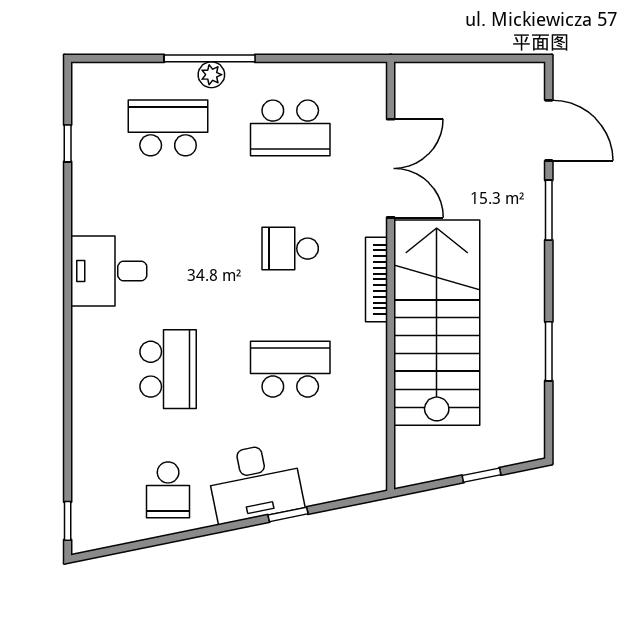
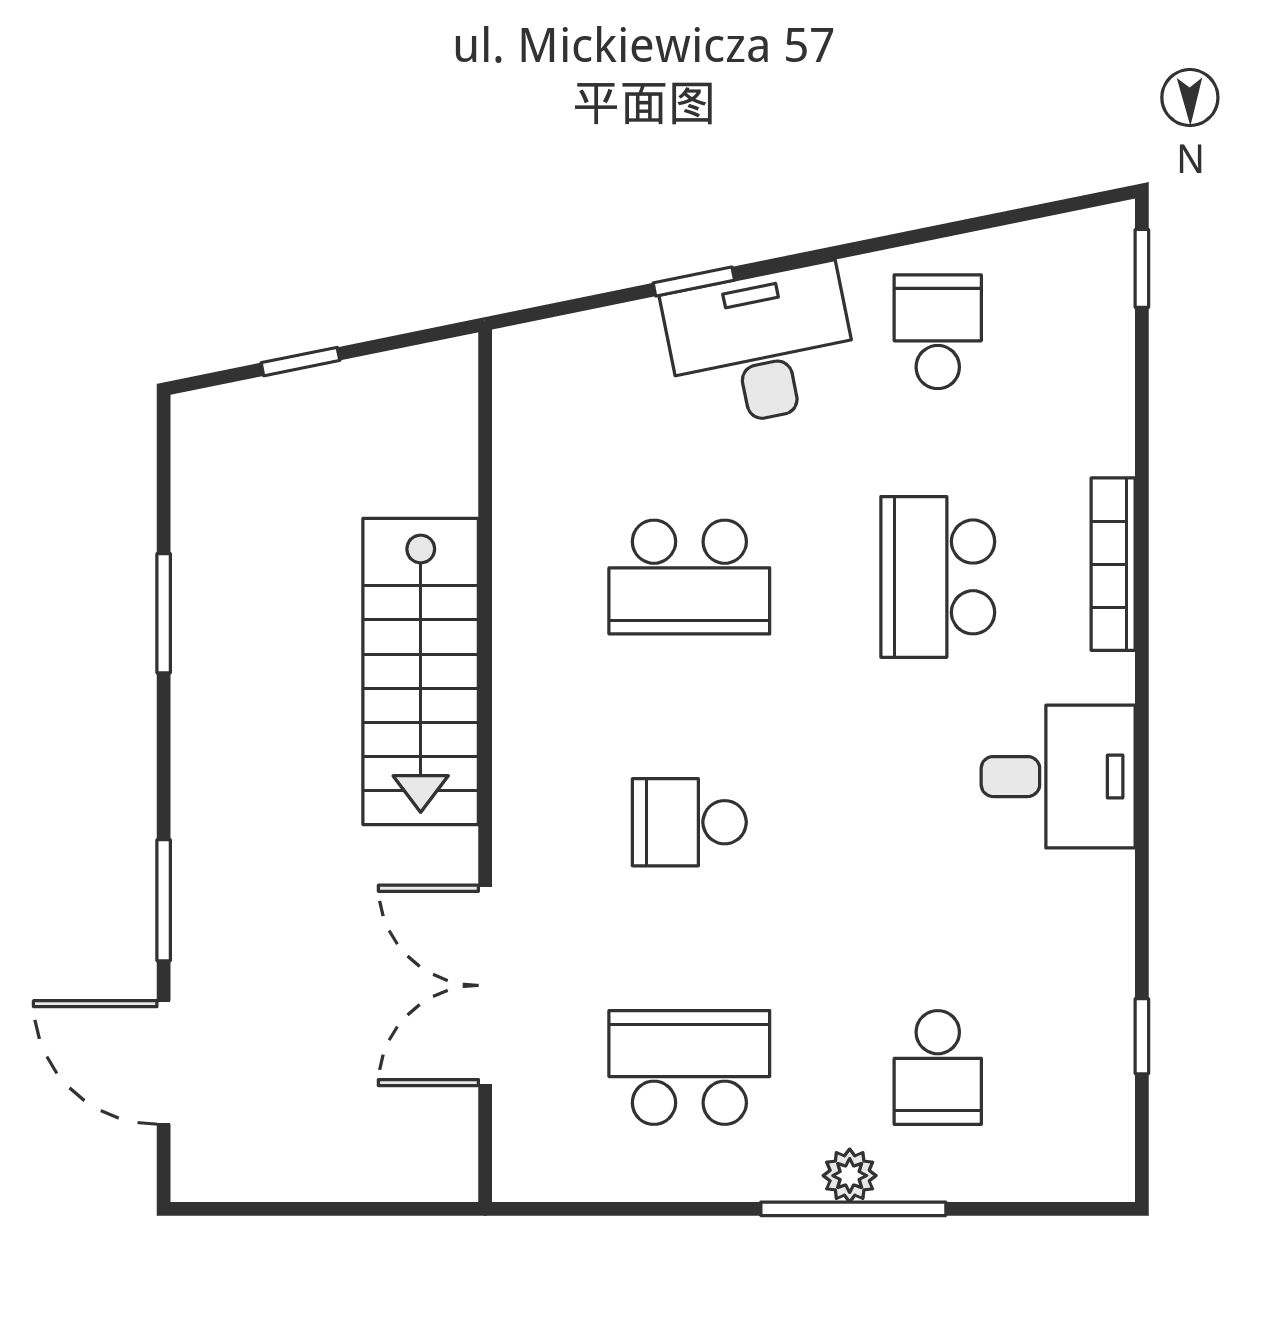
school desk: (168, 128) -> (938, 1067), width x0.54
school desk: (290, 249) -> (689, 822), turned 180
bookcase: (376, 279) -> (1113, 564), moved, turned 180
stairs: (437, 323) -> (421, 672), width x0.73, depth x0.66

